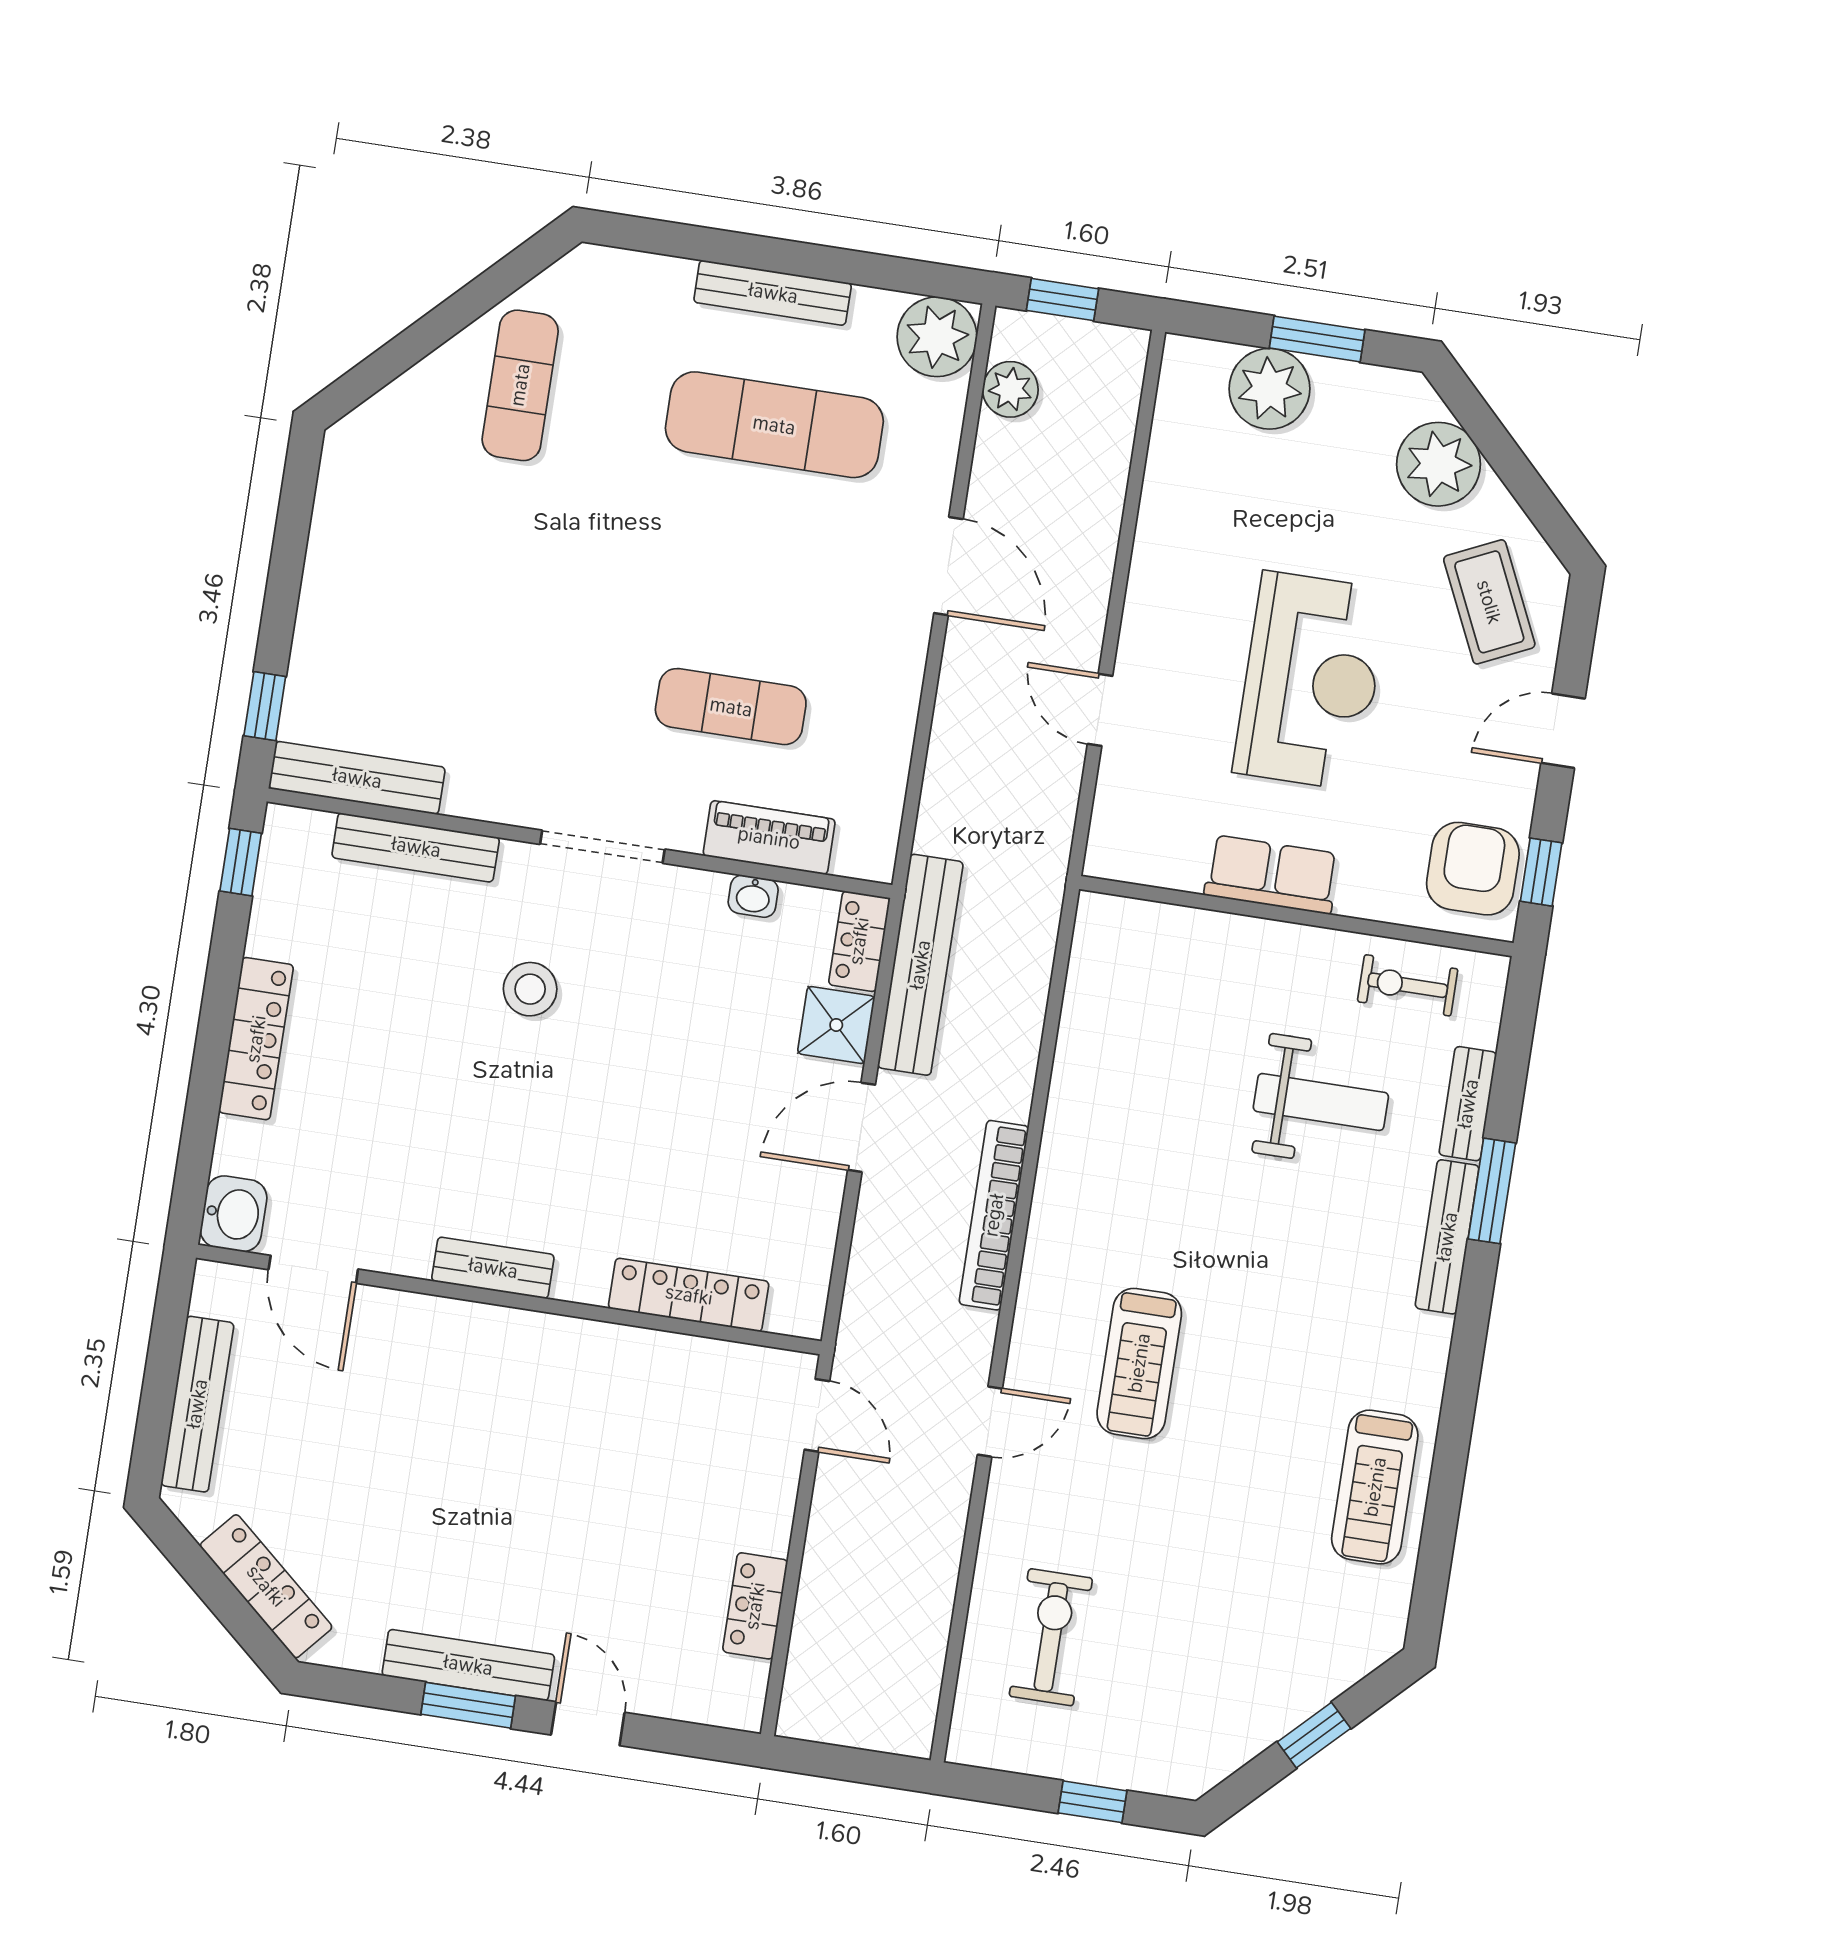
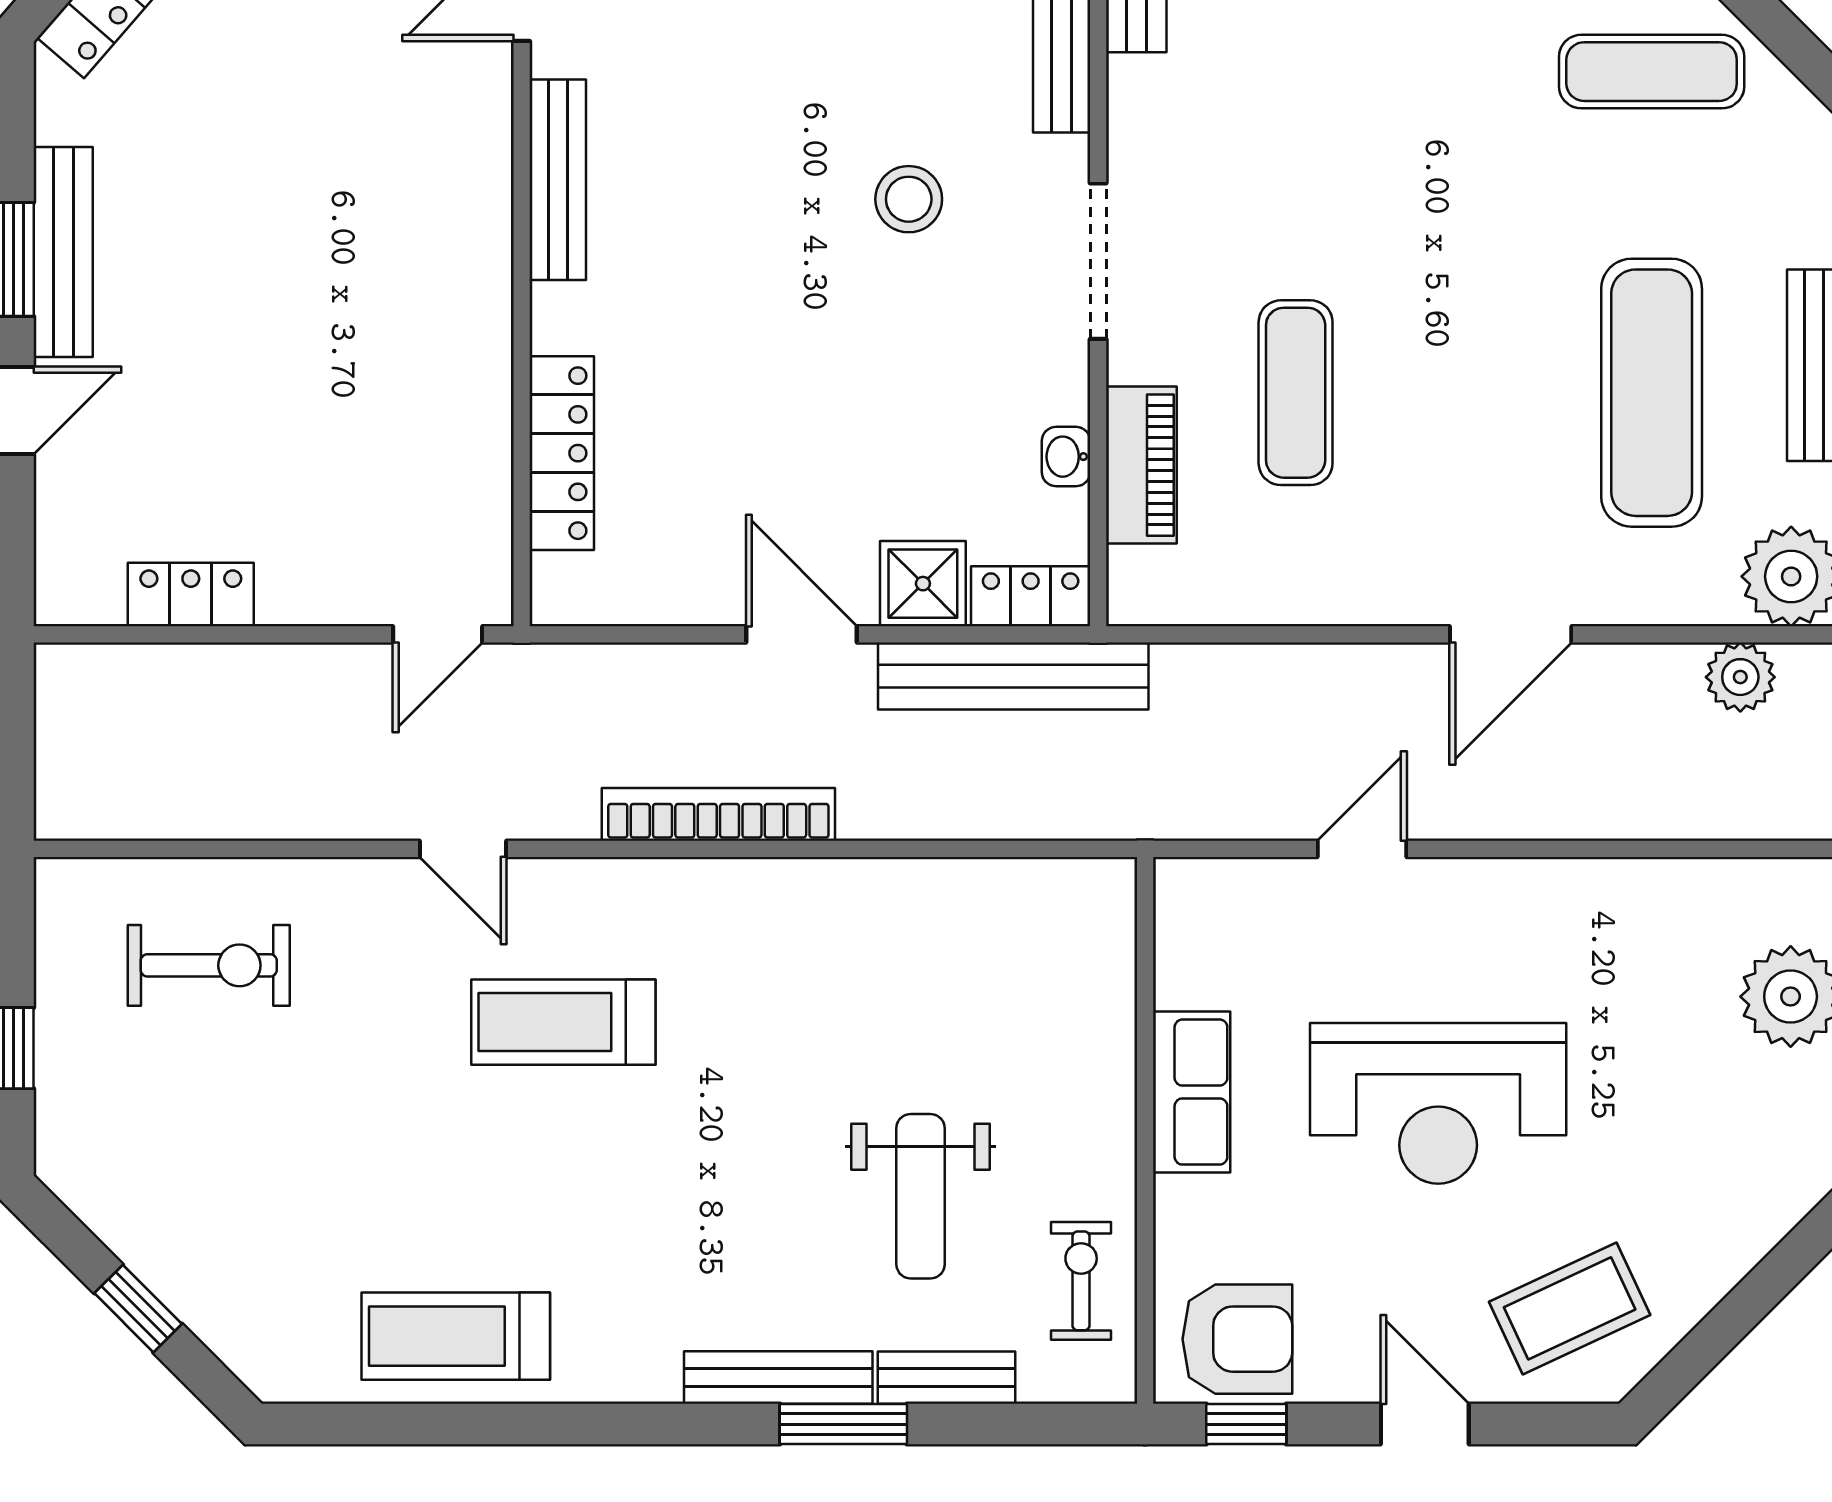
plant: (1439, 464) -> (1730, 1220), removed
bench: (493, 1268) -> (558, 180), width x1.36

